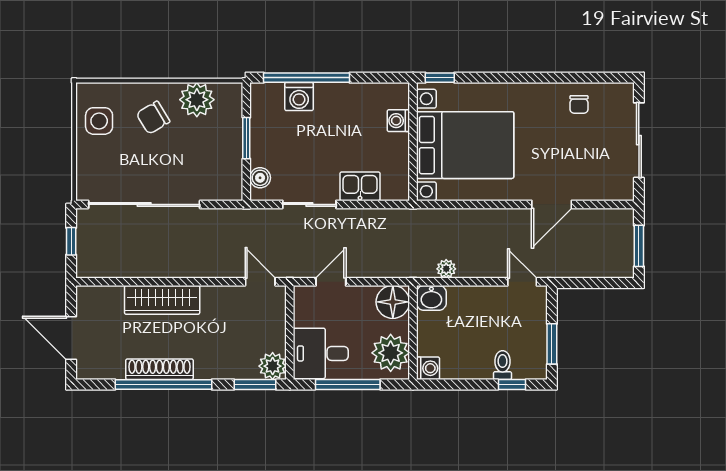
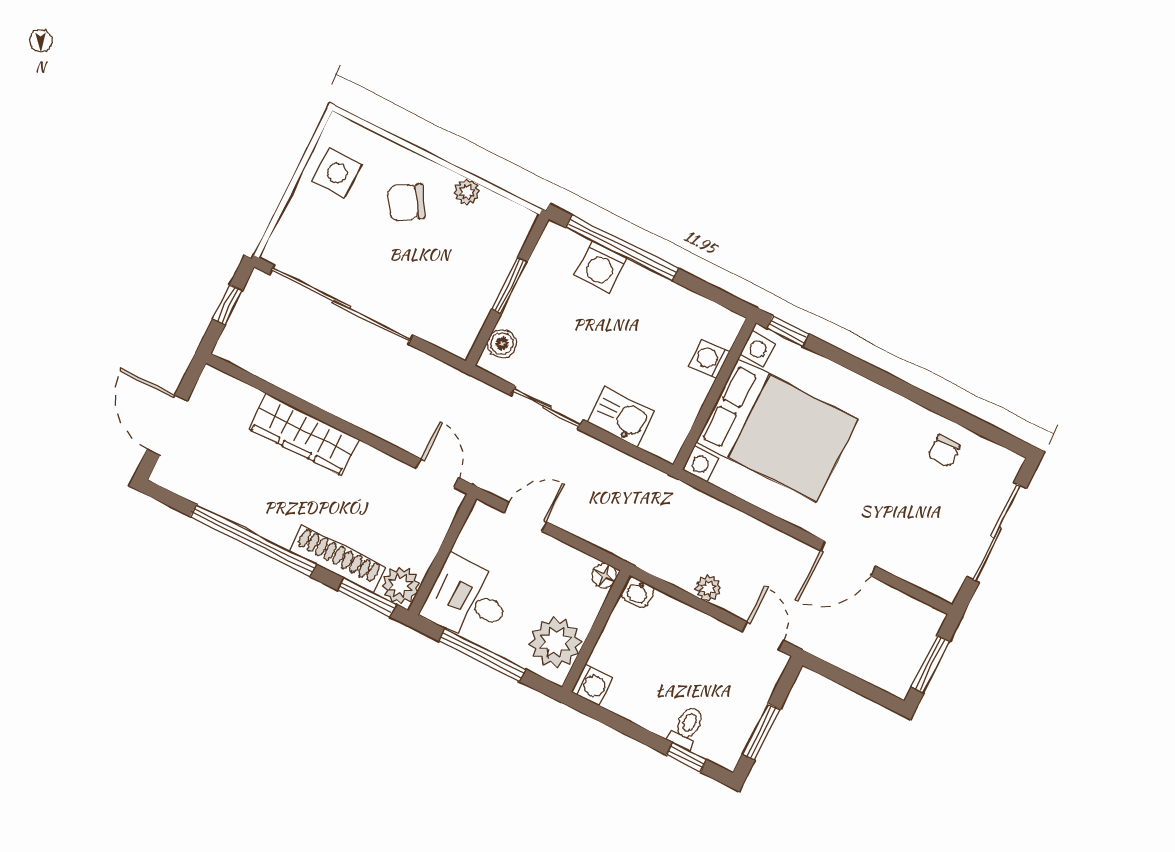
plant: (197, 100) -> (467, 192), width x0.53, depth x0.53
plant: (446, 269) -> (708, 588), moved
washbasin: (431, 298) -> (637, 592), width x0.72, depth x0.69
floor lamp: (393, 302) -> (604, 576), width x0.53, depth x0.53
shoe rack: (159, 369) -> (337, 559), moved

